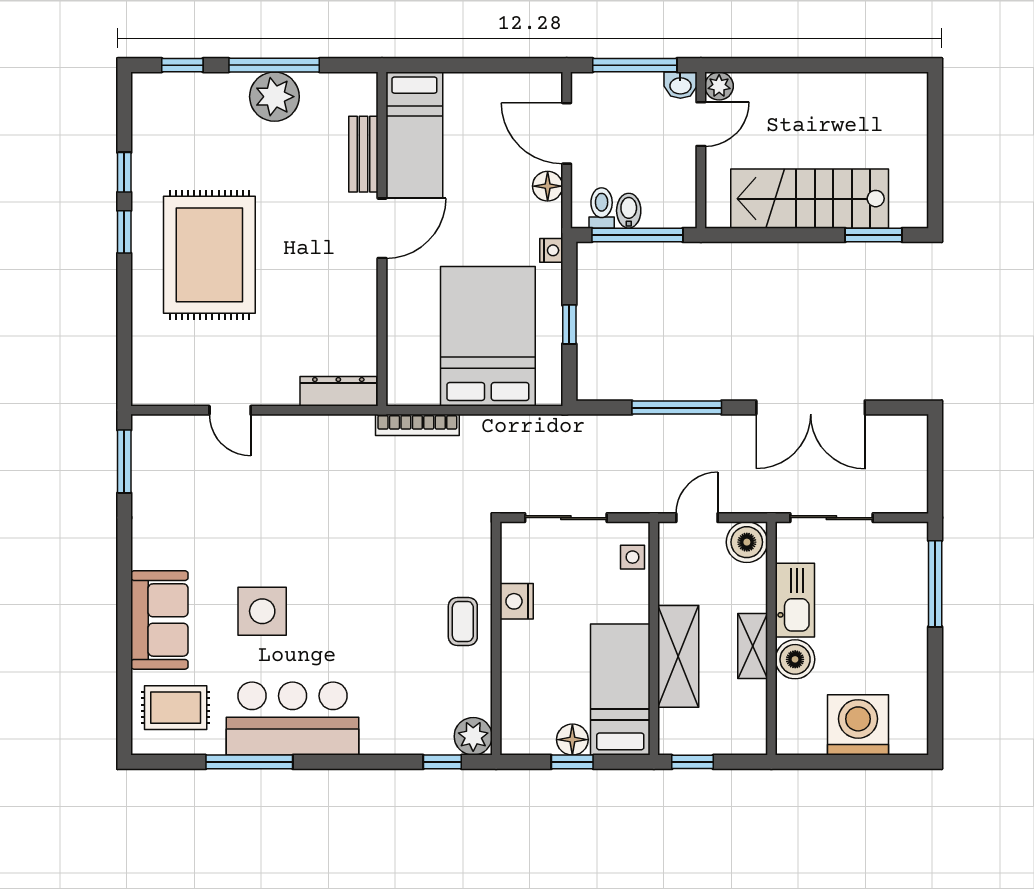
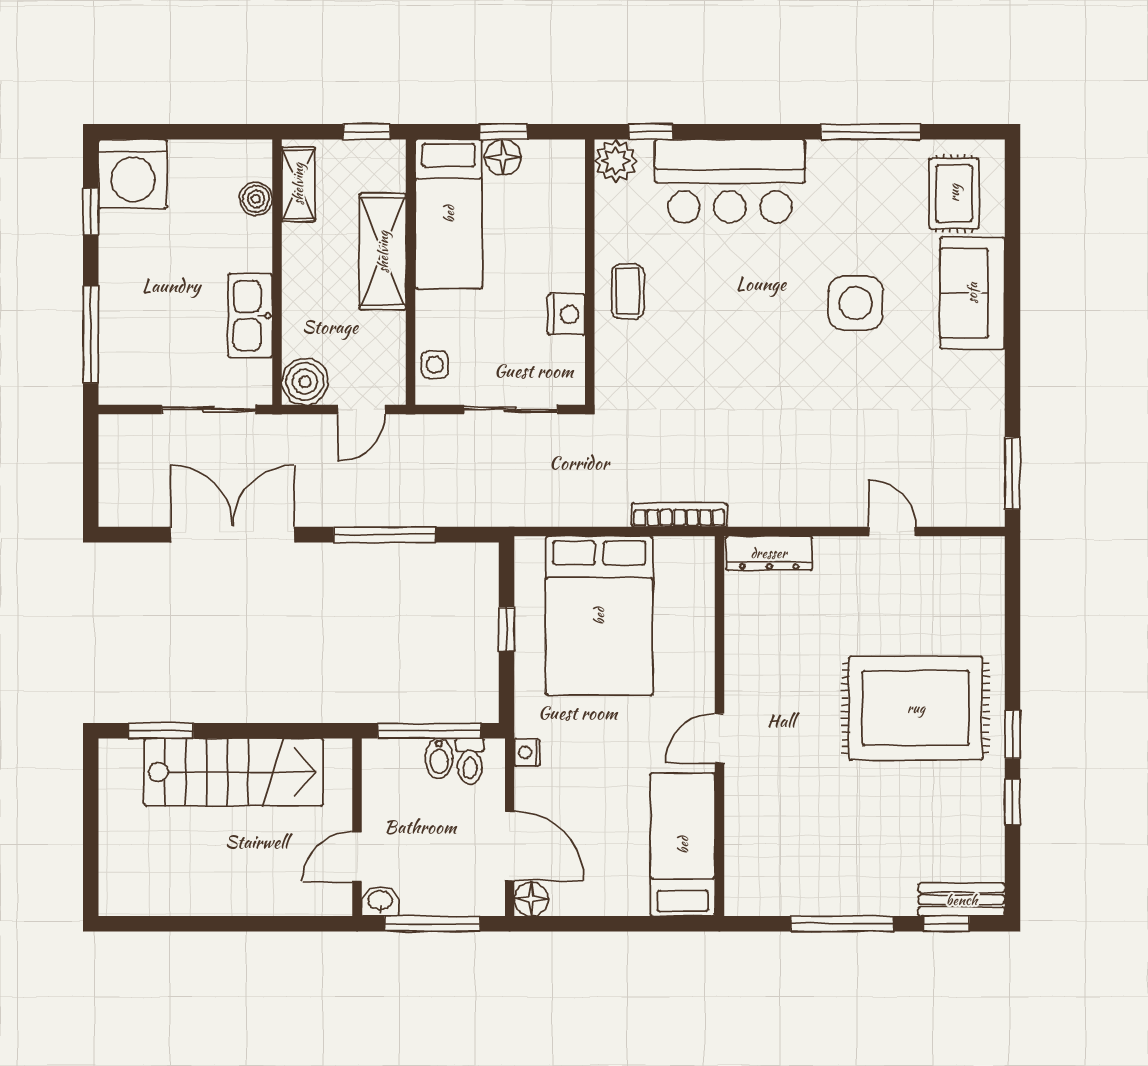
plant: (719, 86) -> (336, 900), removed
plant: (274, 97) -> (842, 888), removed
bench: (363, 154) -> (962, 900), moved, turned 90
floor lamp: (548, 186) -> (531, 899), moved
door: (382, 228) -> (719, 738), width x0.73
nightstand: (551, 250) -> (527, 752), moved
rug: (209, 255) -> (916, 708), turned 90
shelving: (753, 646) -> (298, 184), moved
boiler: (795, 659) -> (256, 199), moved, width x0.73, depth x0.73
window: (935, 692) -> (91, 212), added
rug: (176, 708) -> (954, 193), turned 90
bar counter: (293, 719) -> (730, 181), moved
washing machine: (858, 725) -> (133, 174), moved

